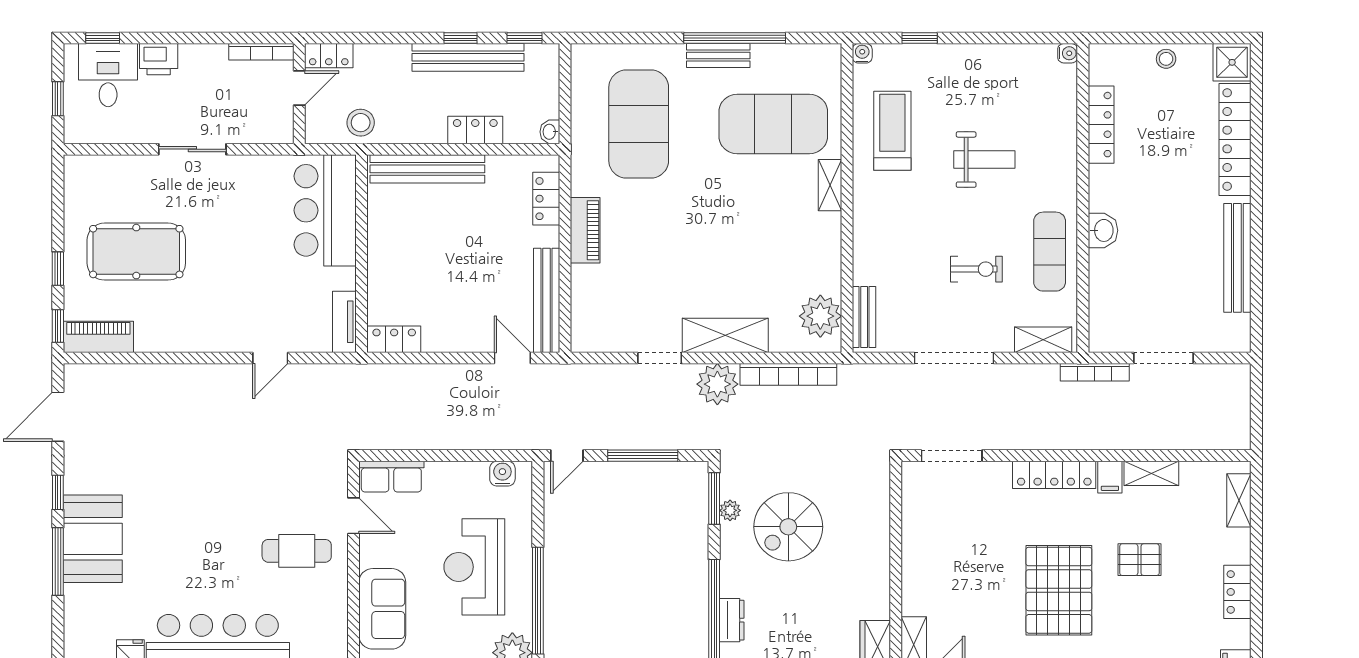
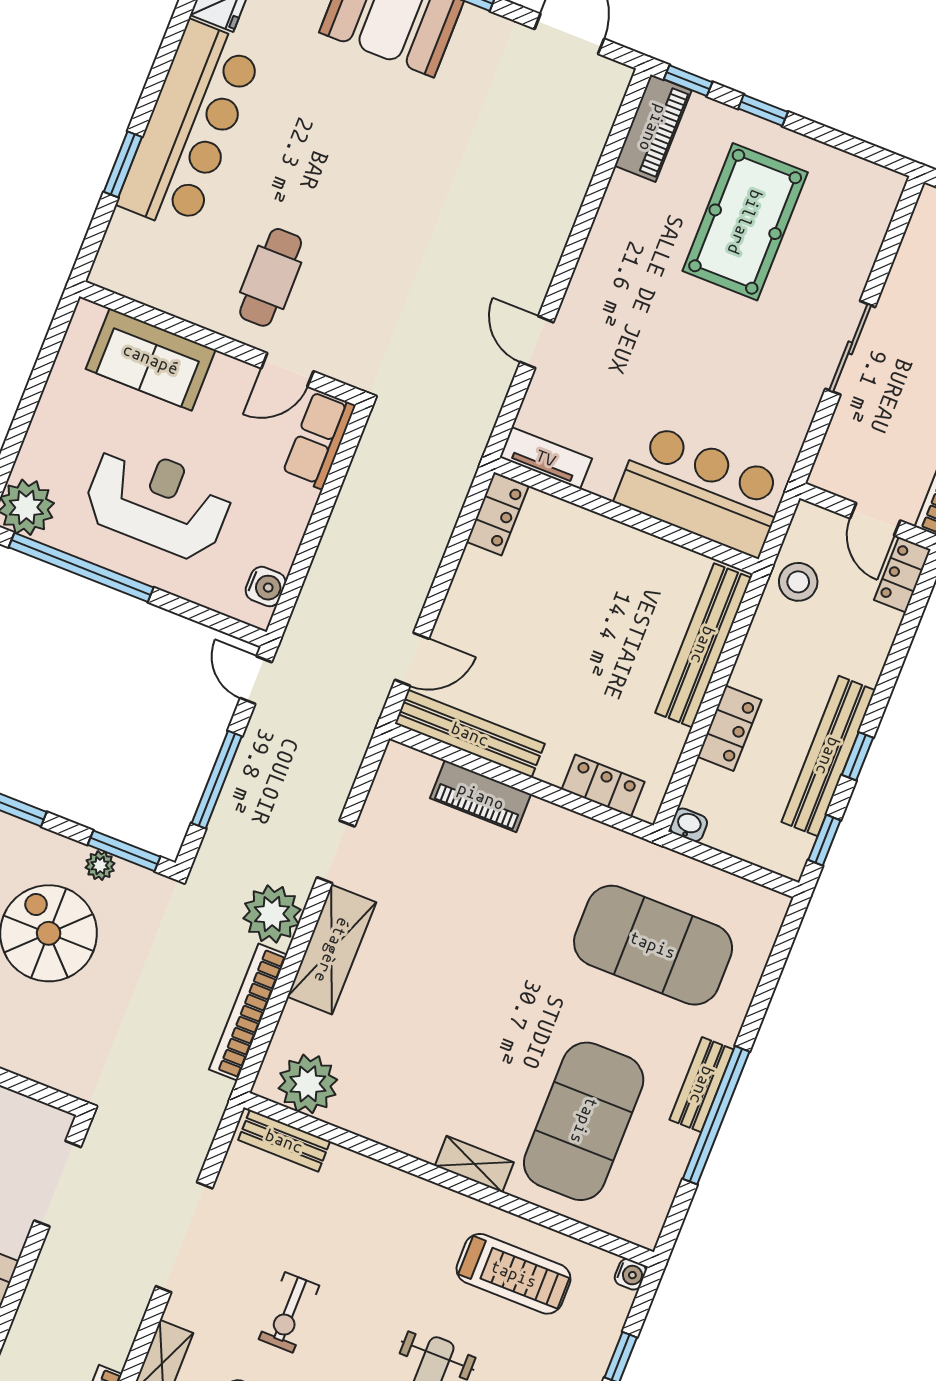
piano: (585, 230) -> (481, 796), moved

